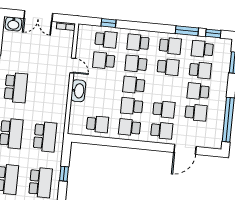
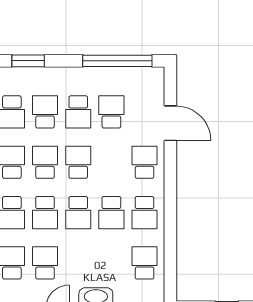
school desk: (104, 61) -> (45, 263), turned 180
school desk: (164, 109) -> (78, 162), moved

